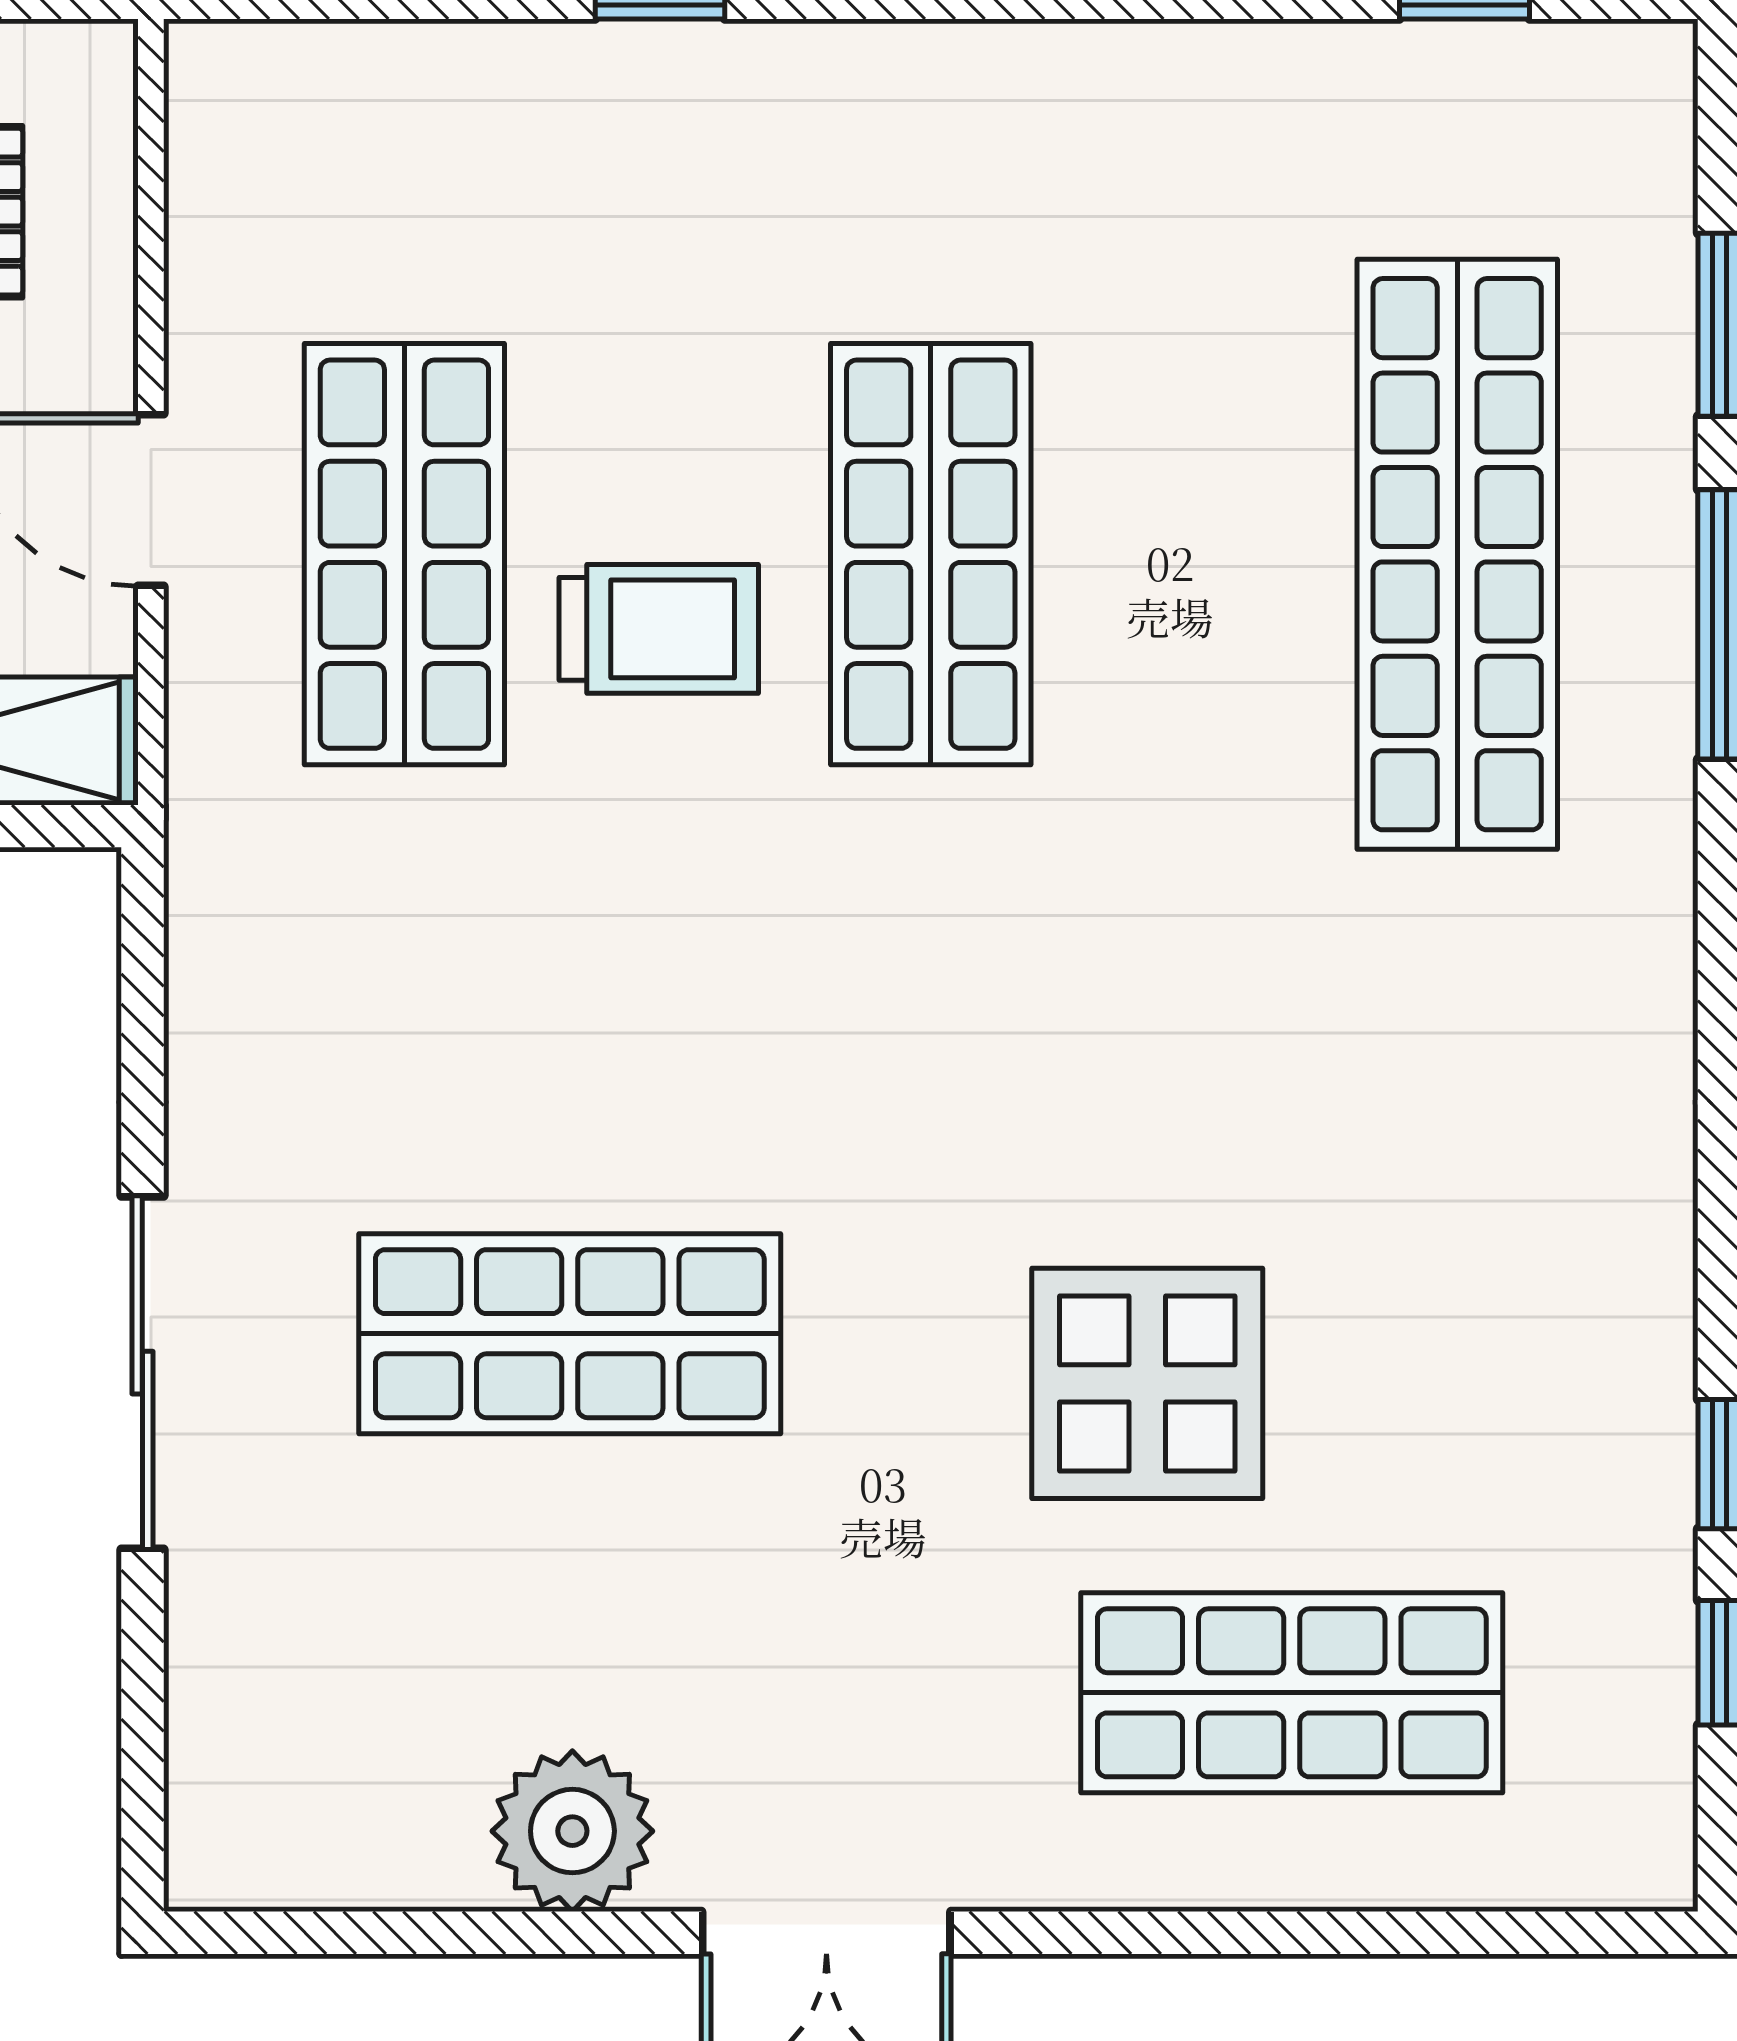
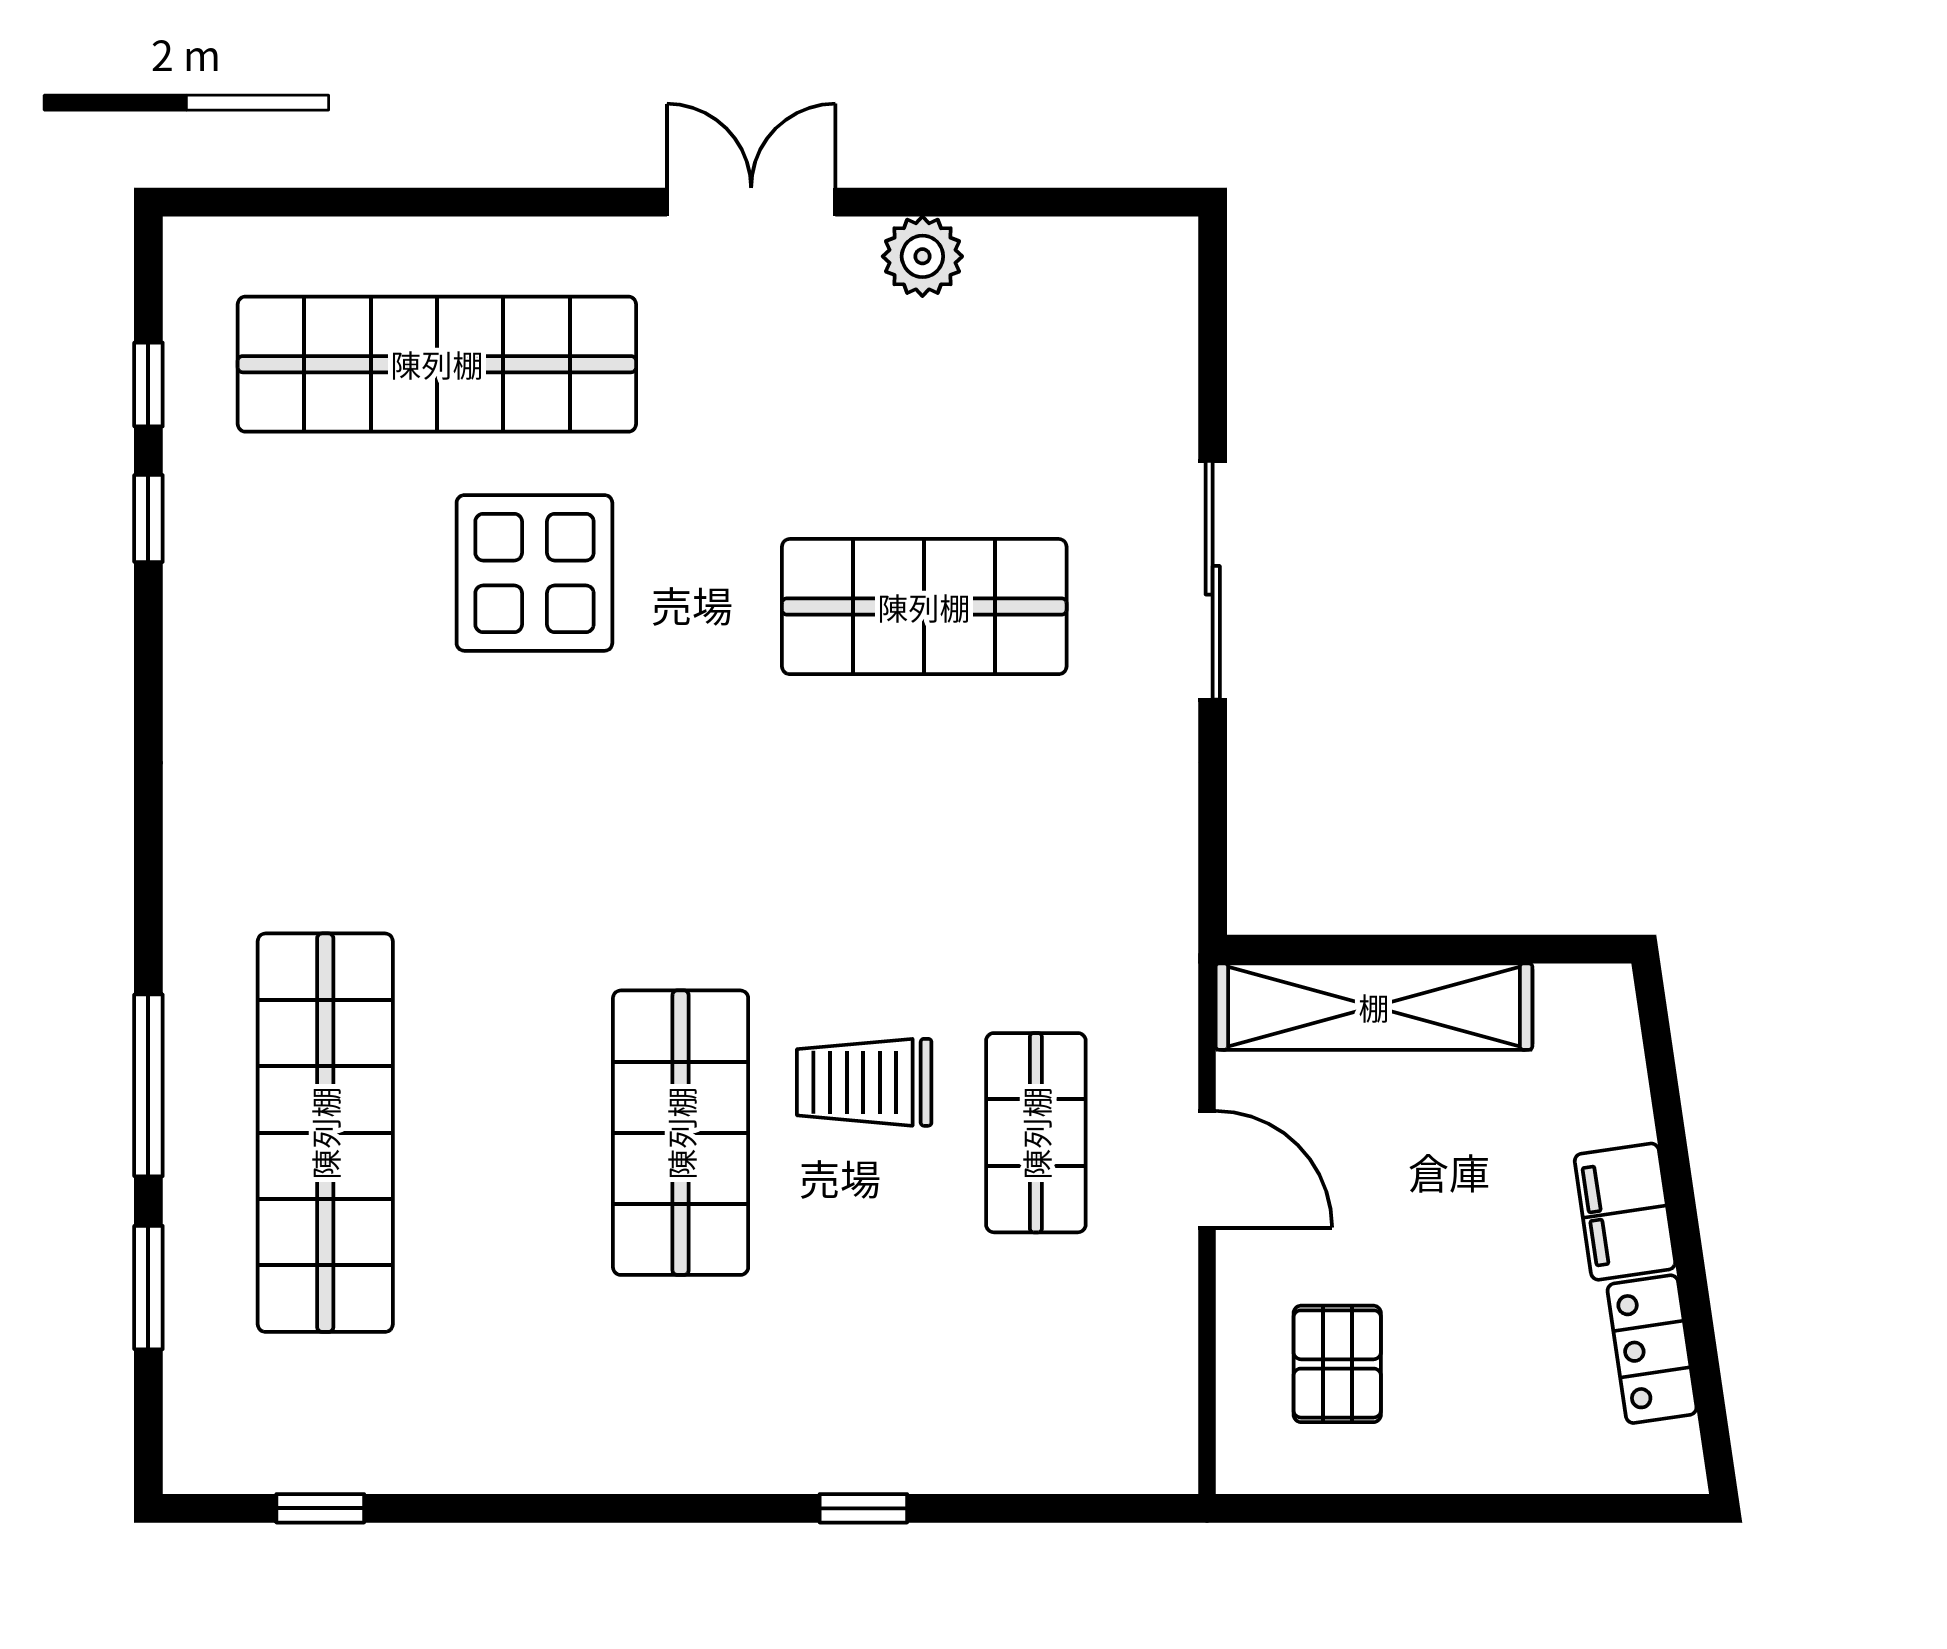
shop shelf: (404, 554) -> (1036, 1133), width x0.70, depth x0.74
shop shelf: (1292, 1693) -> (437, 364), width x1.40
plant: (572, 1831) -> (922, 256), width x0.73, depth x0.73

